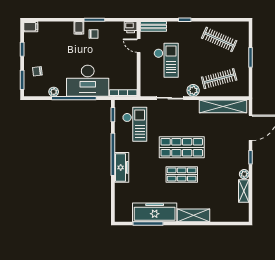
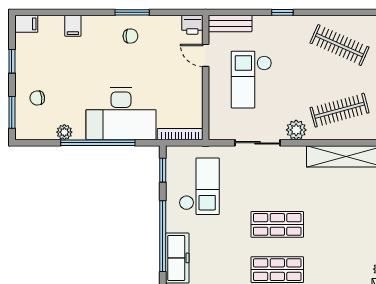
filing cabinet: (79, 28) -> (73, 26), moved
checkout: (166, 60) -> (251, 80), turned 180
shop shelf: (182, 147) -> (277, 224), width x0.70, depth x0.74

